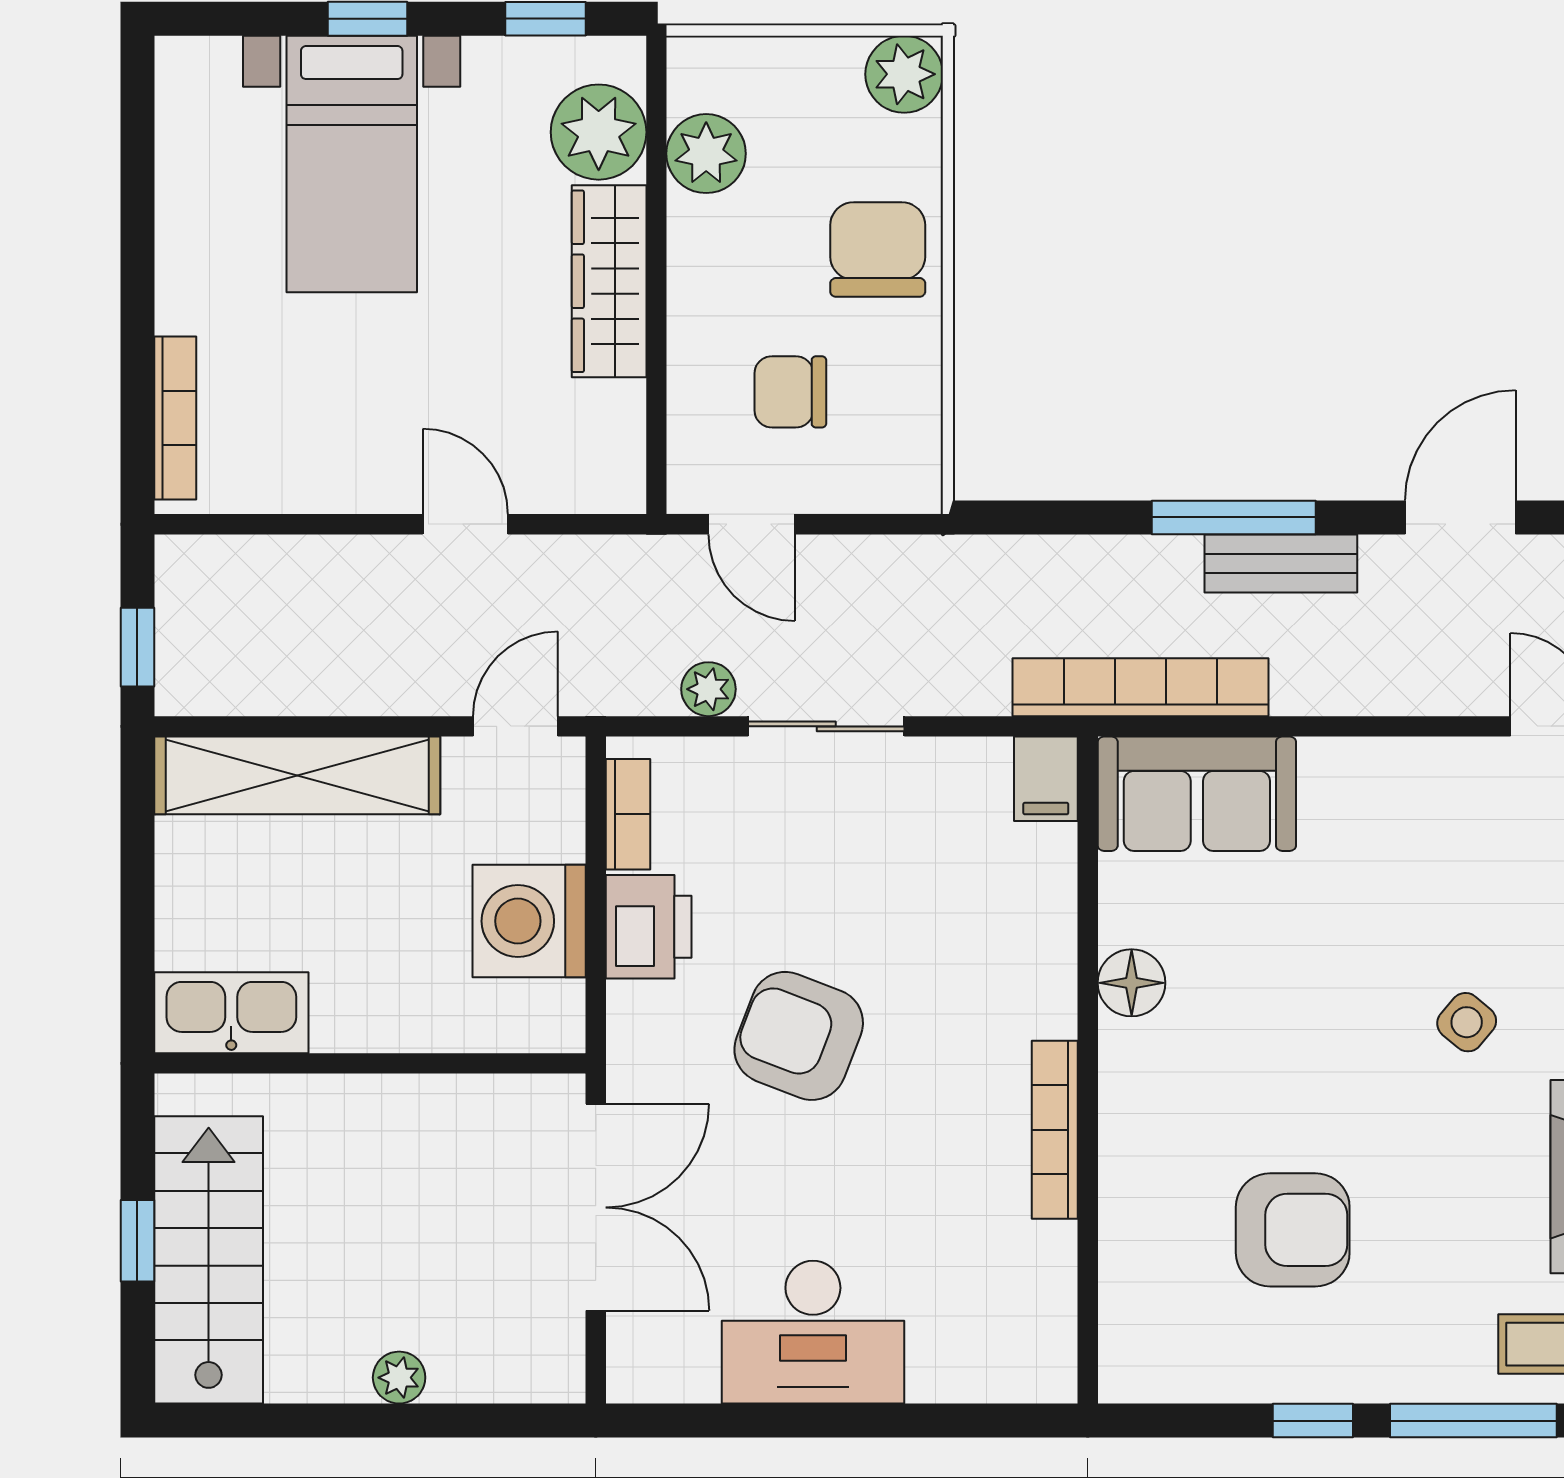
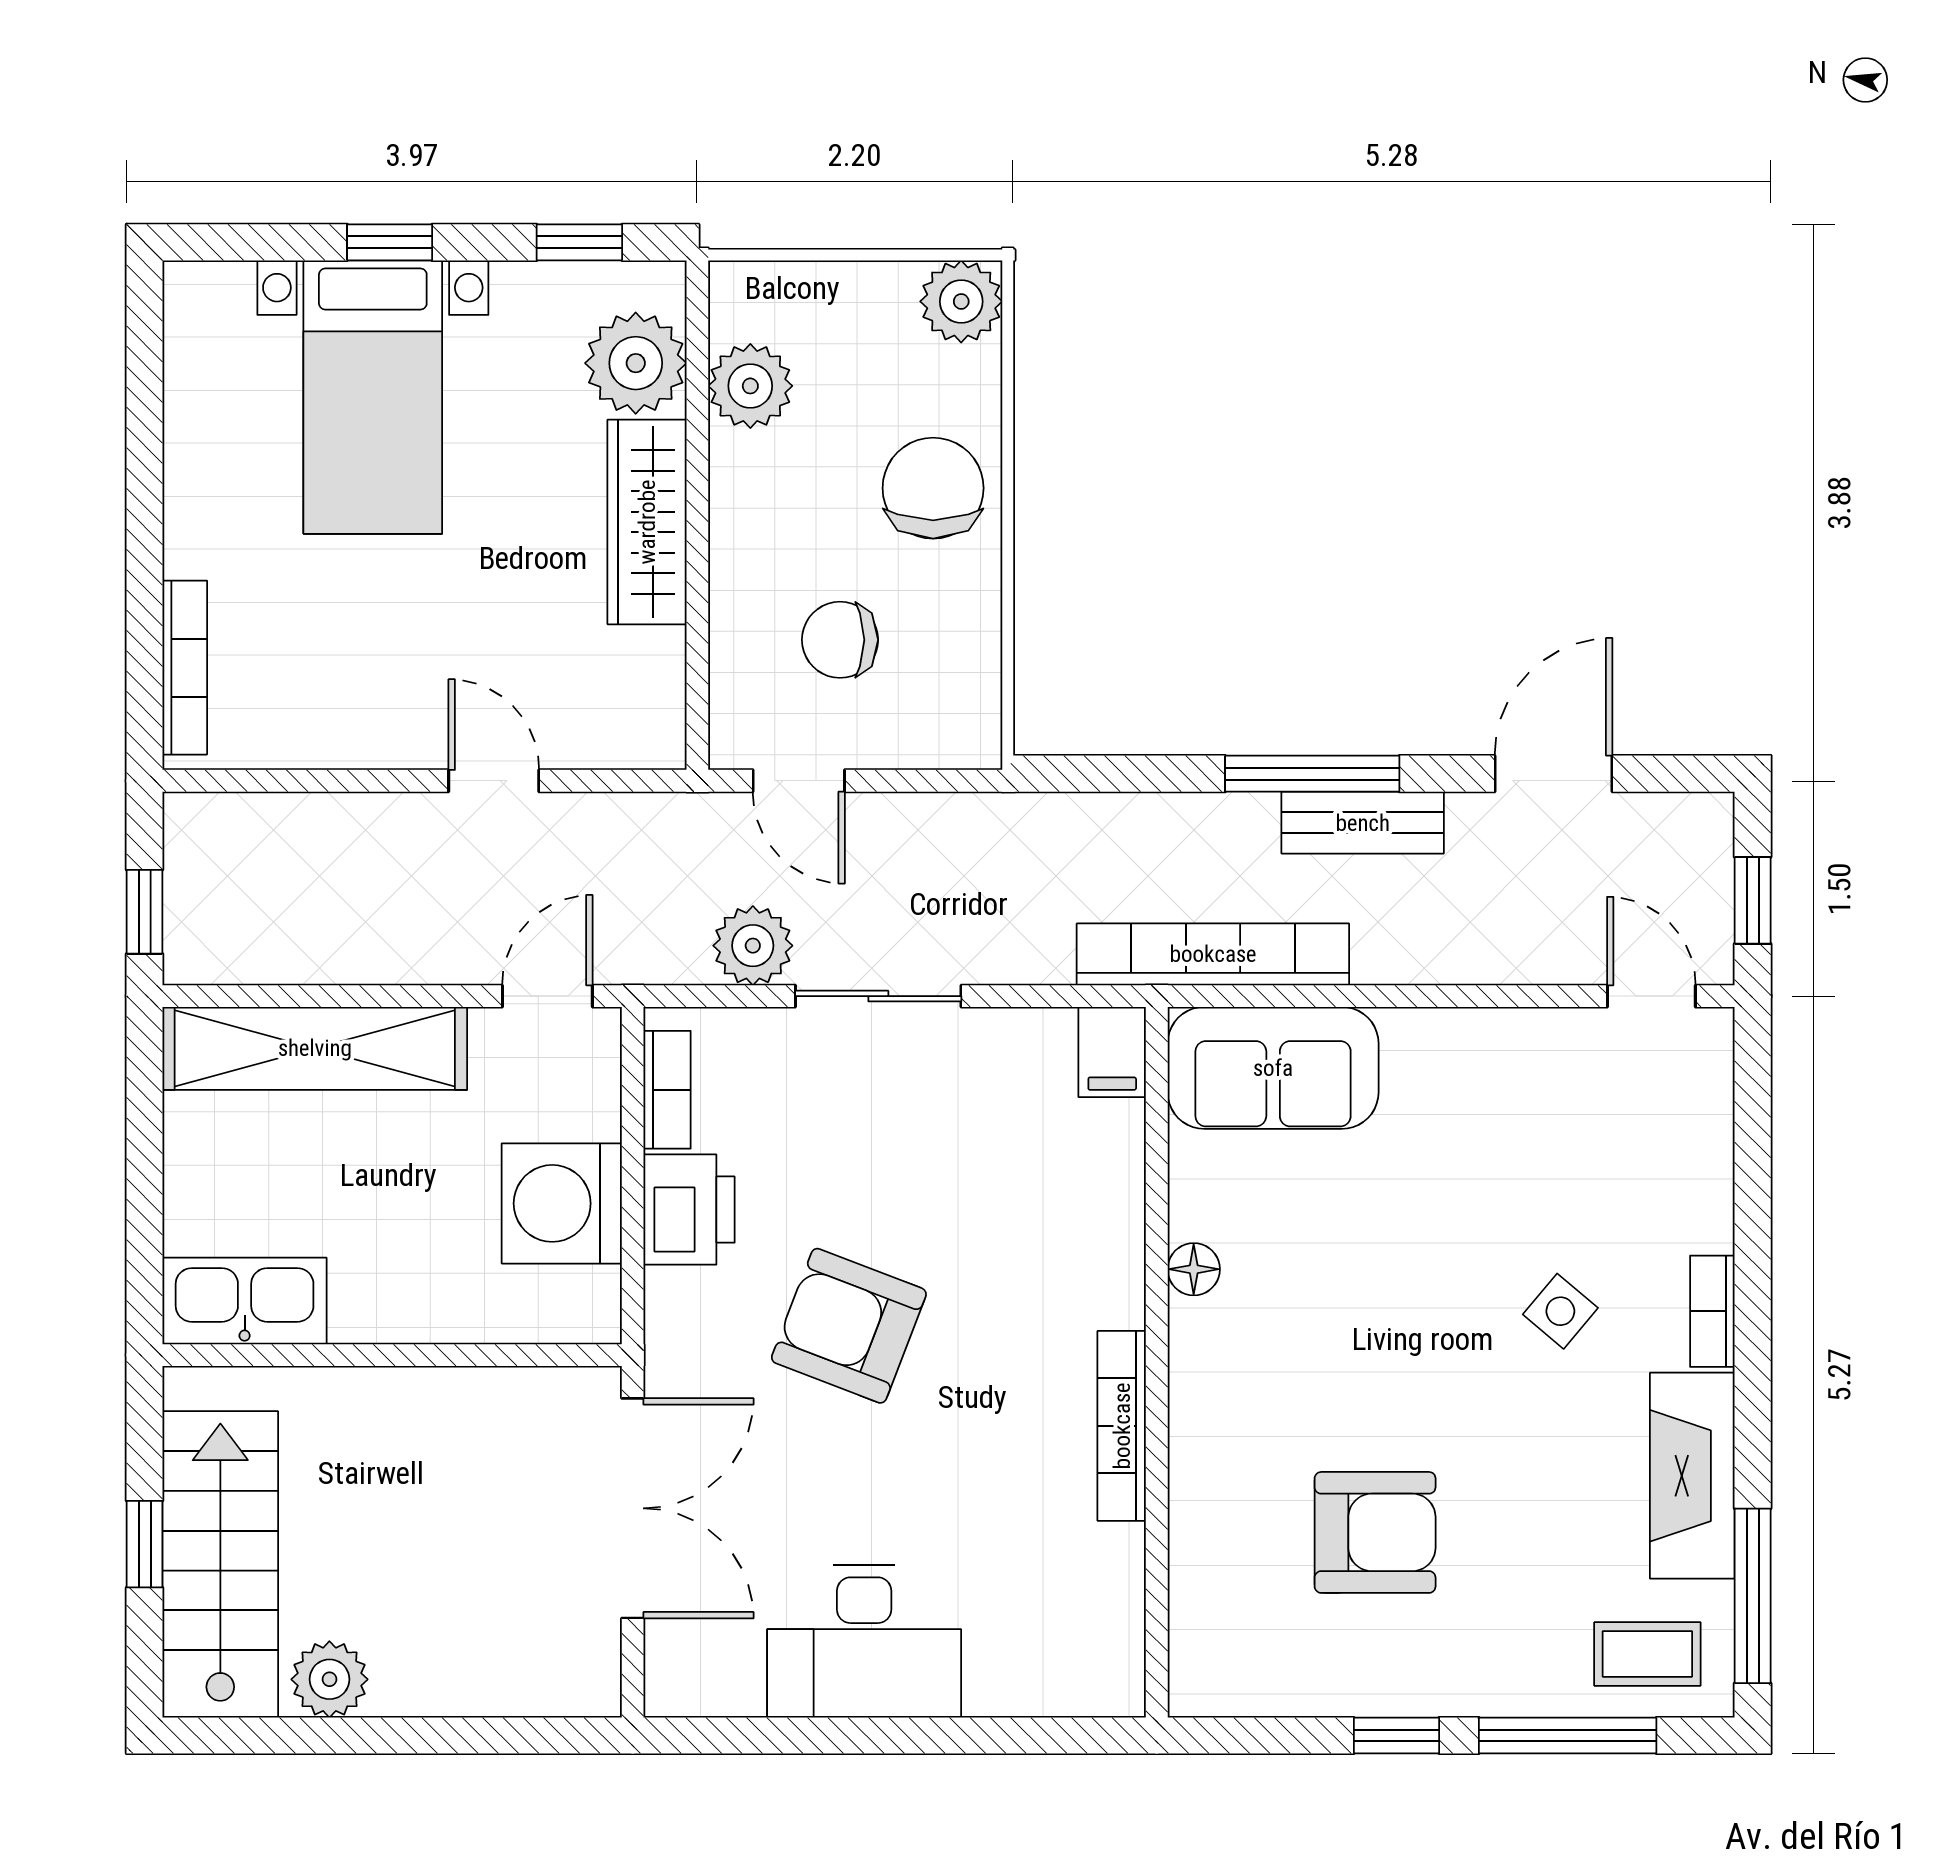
plant: (708, 689) -> (753, 946), width x1.38, depth x1.38
floor lamp: (1132, 983) -> (1194, 1269), width x0.73, depth x0.73
plant: (399, 1378) -> (329, 1679), moved, width x1.38, depth x1.38

